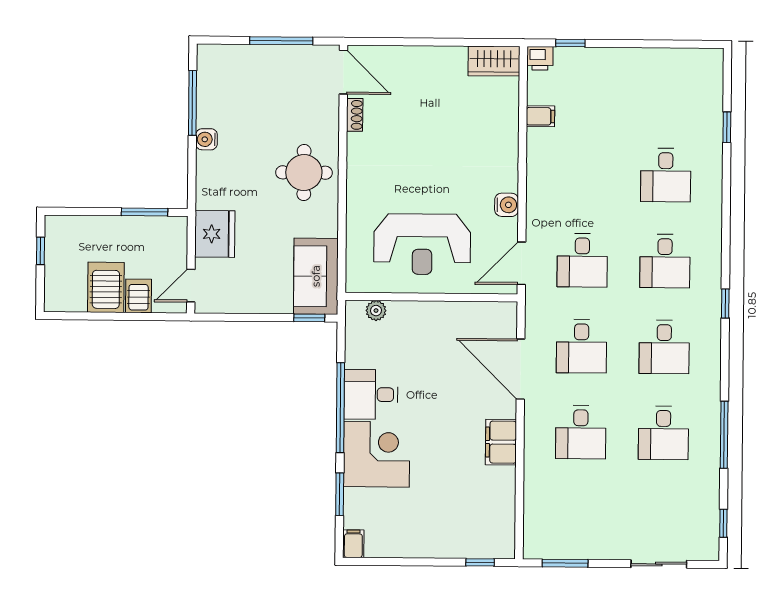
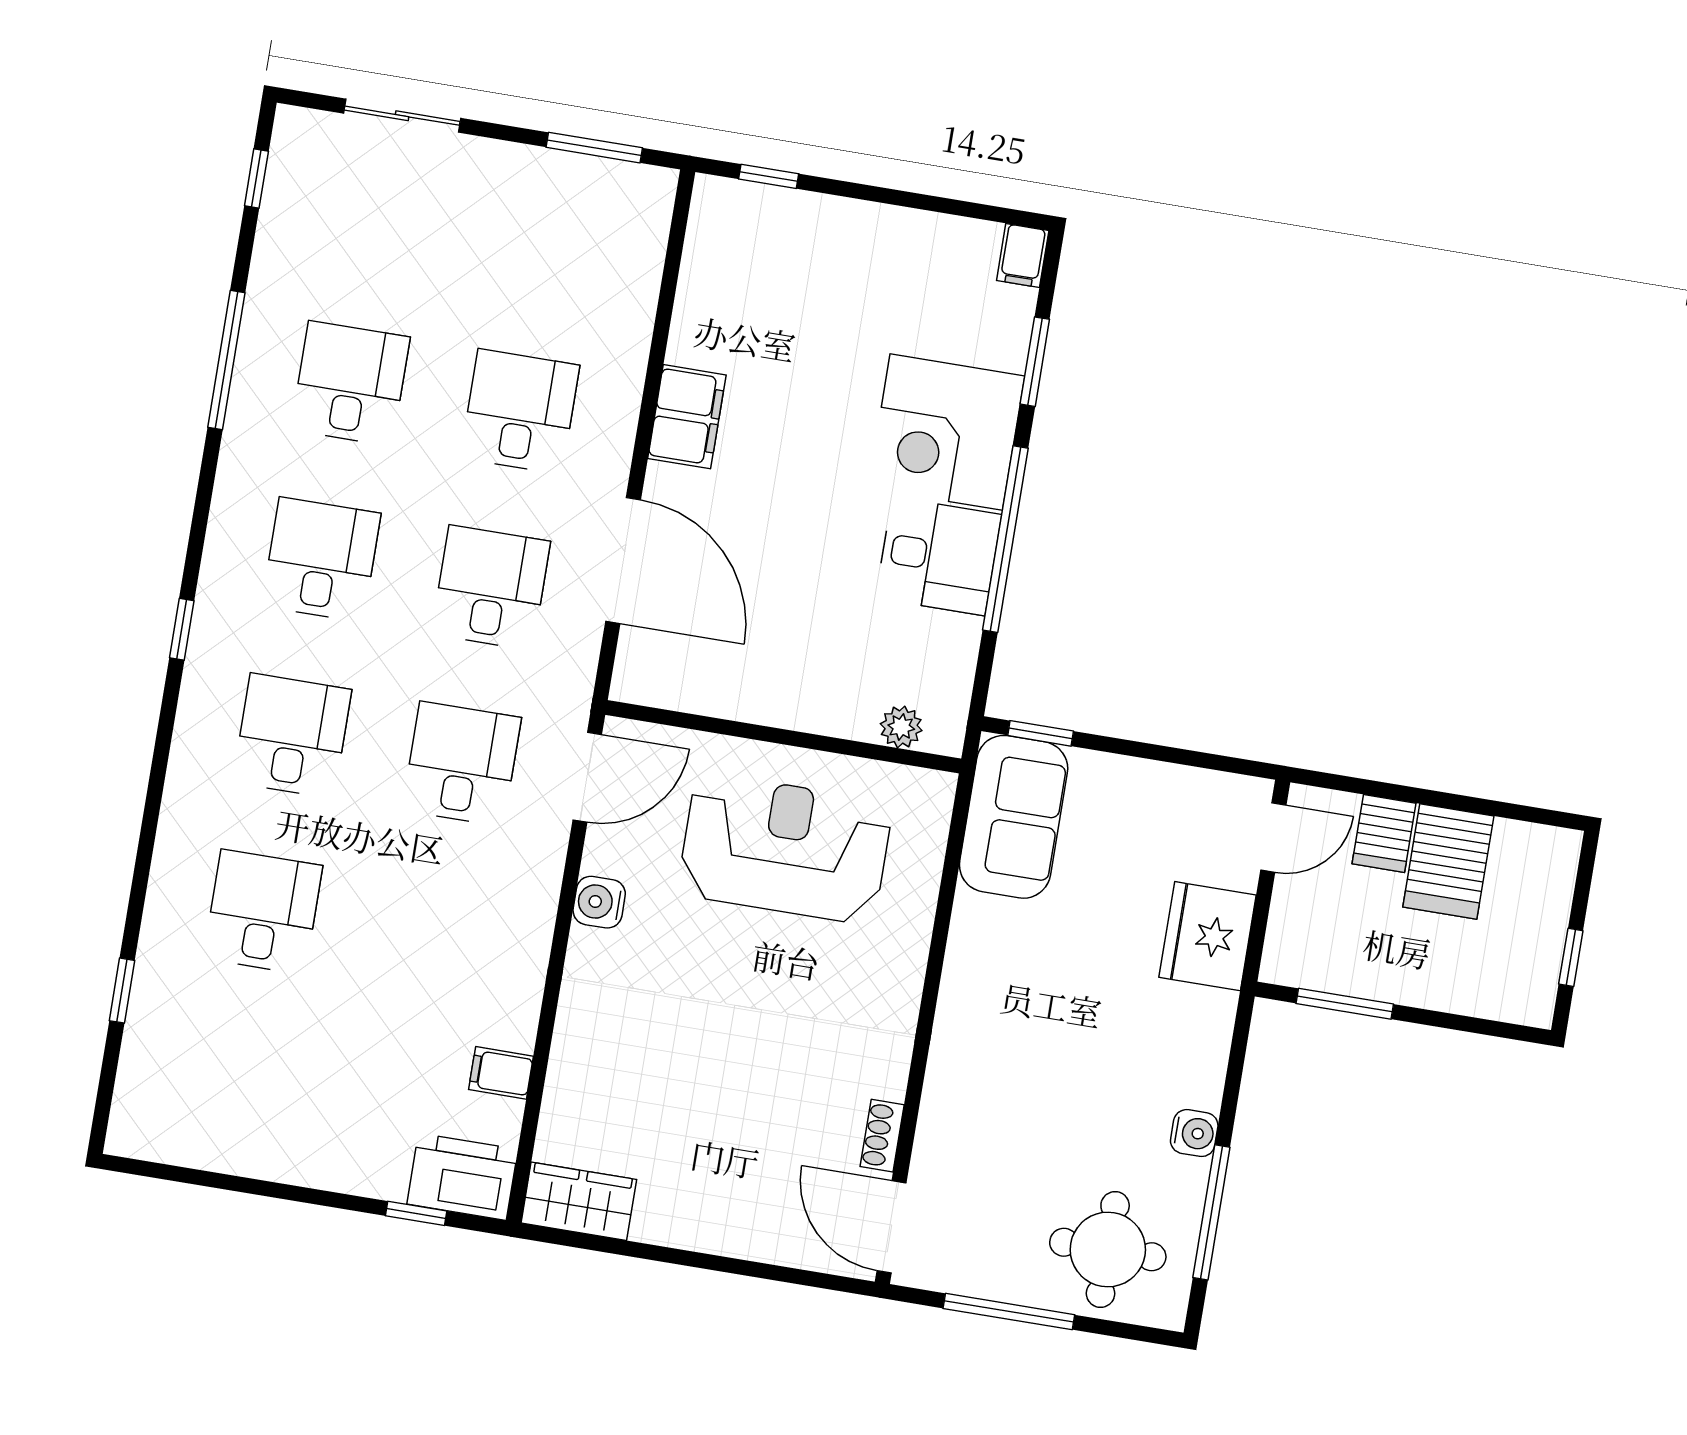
printer: (540, 58) -> (462, 1177), width x1.87, depth x1.48
round table: (304, 173) -> (1108, 1250), moved

